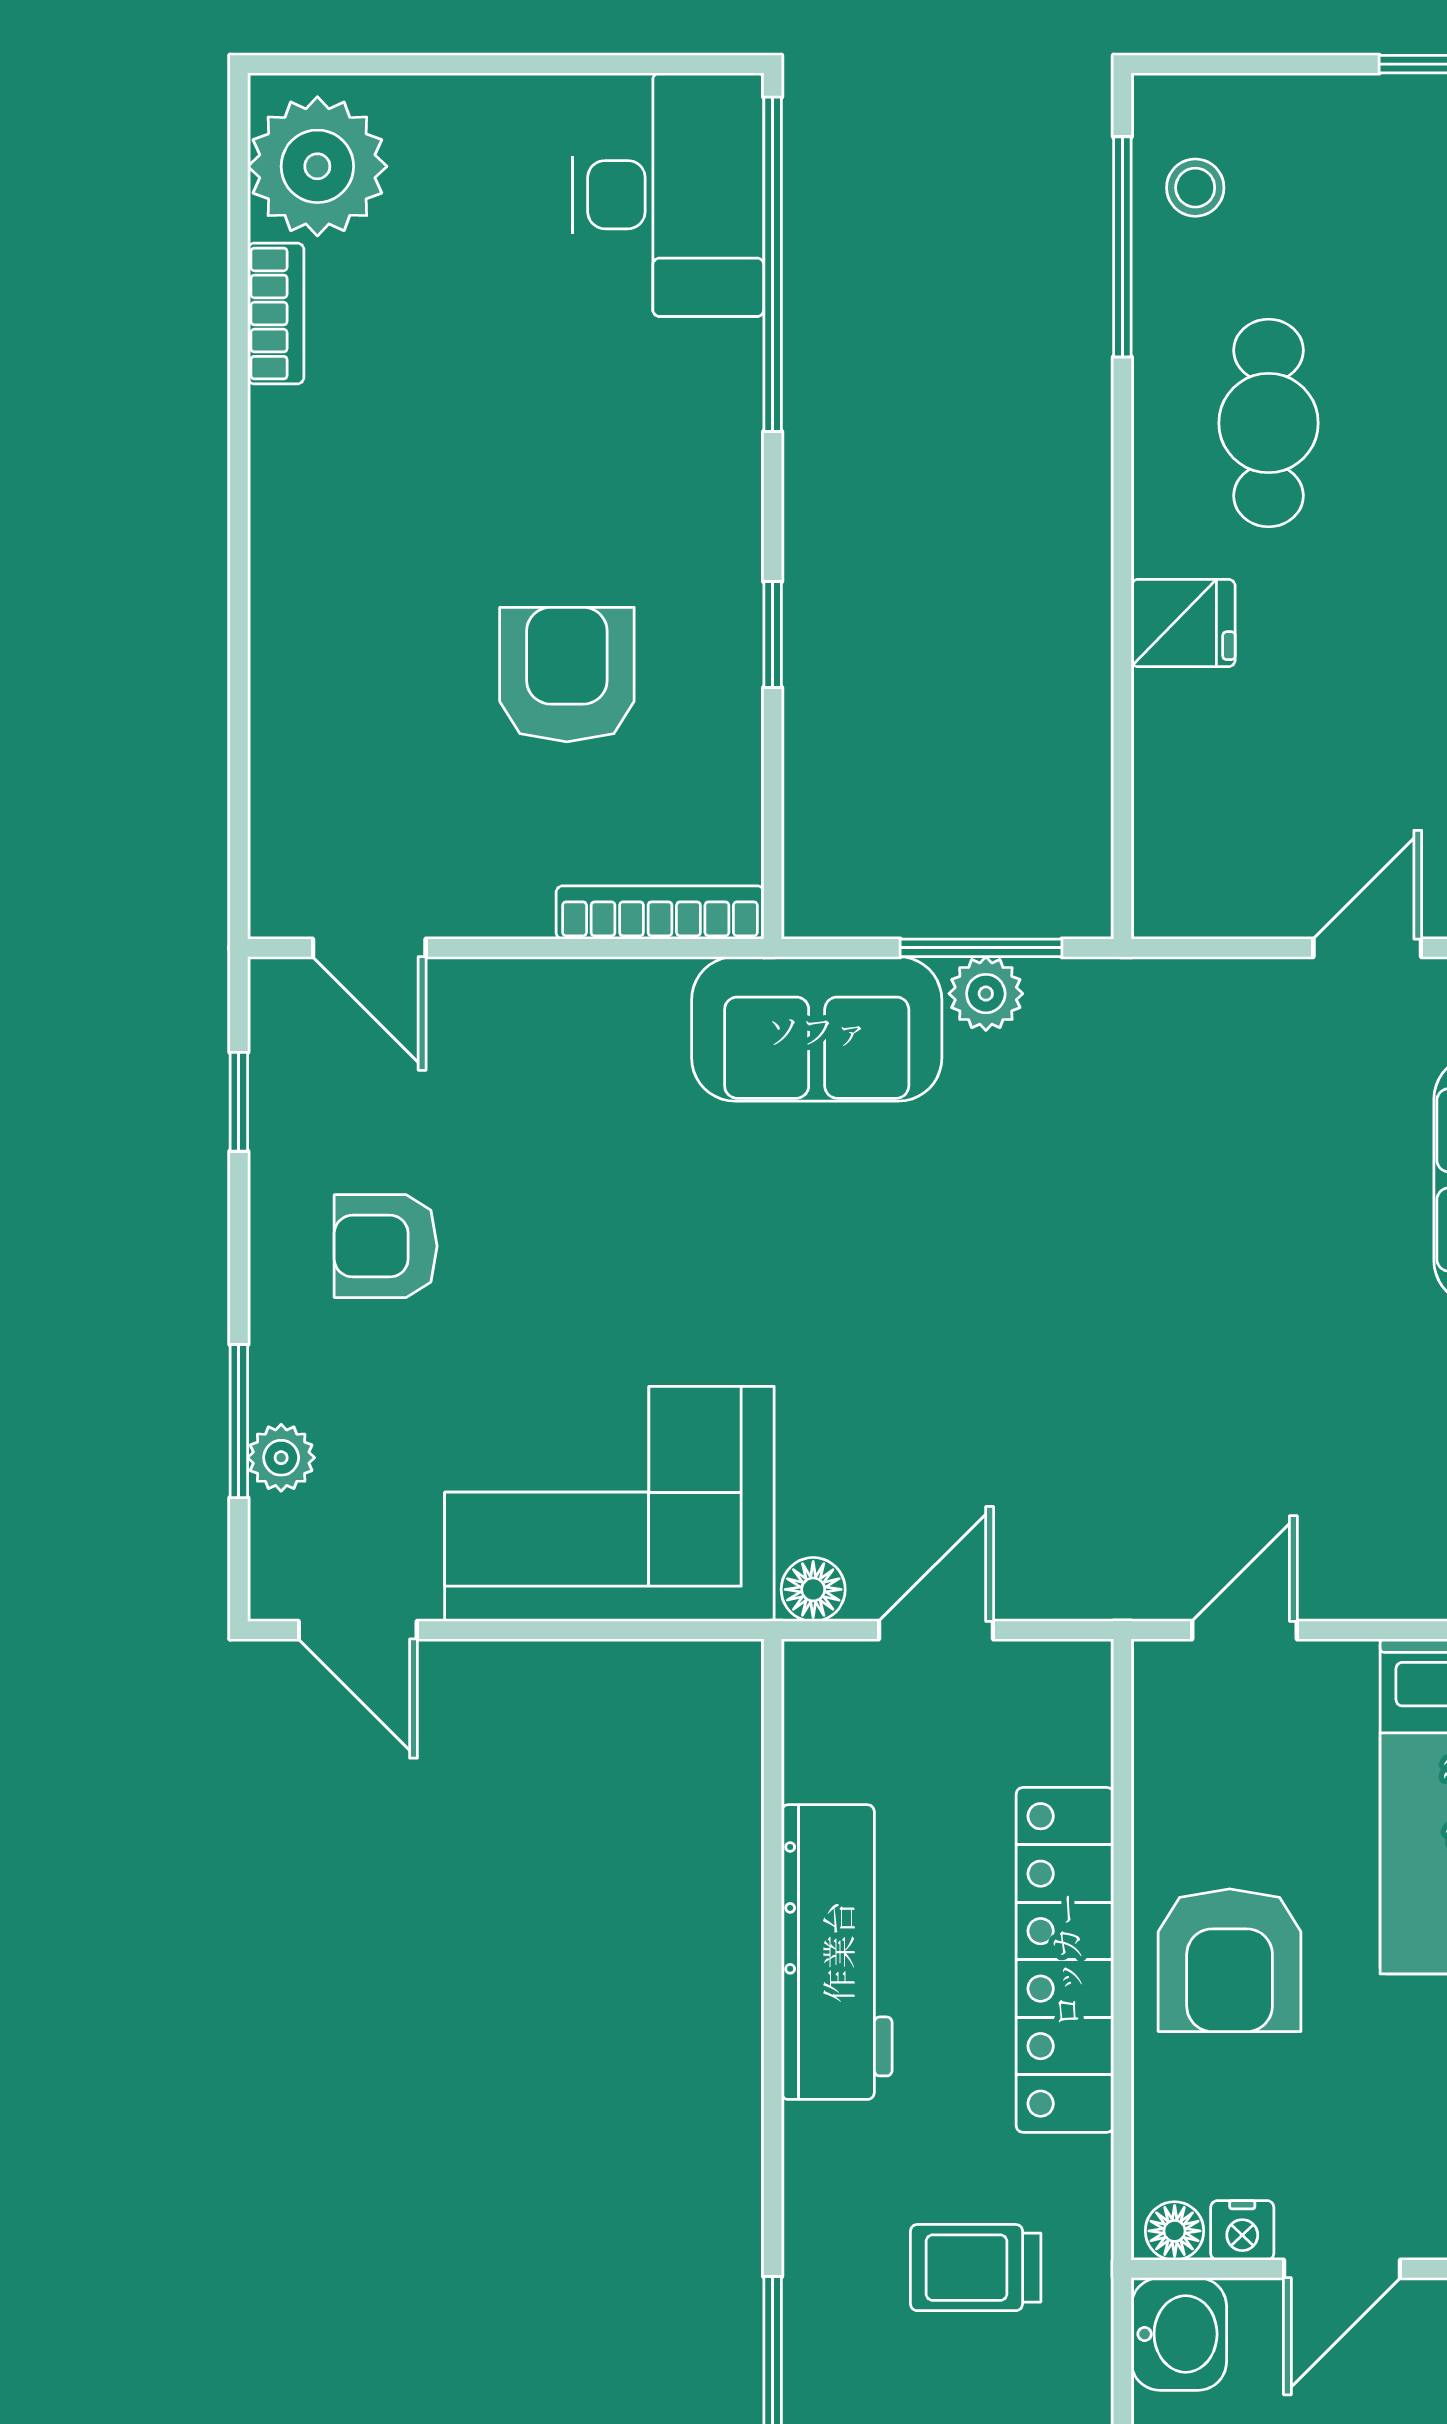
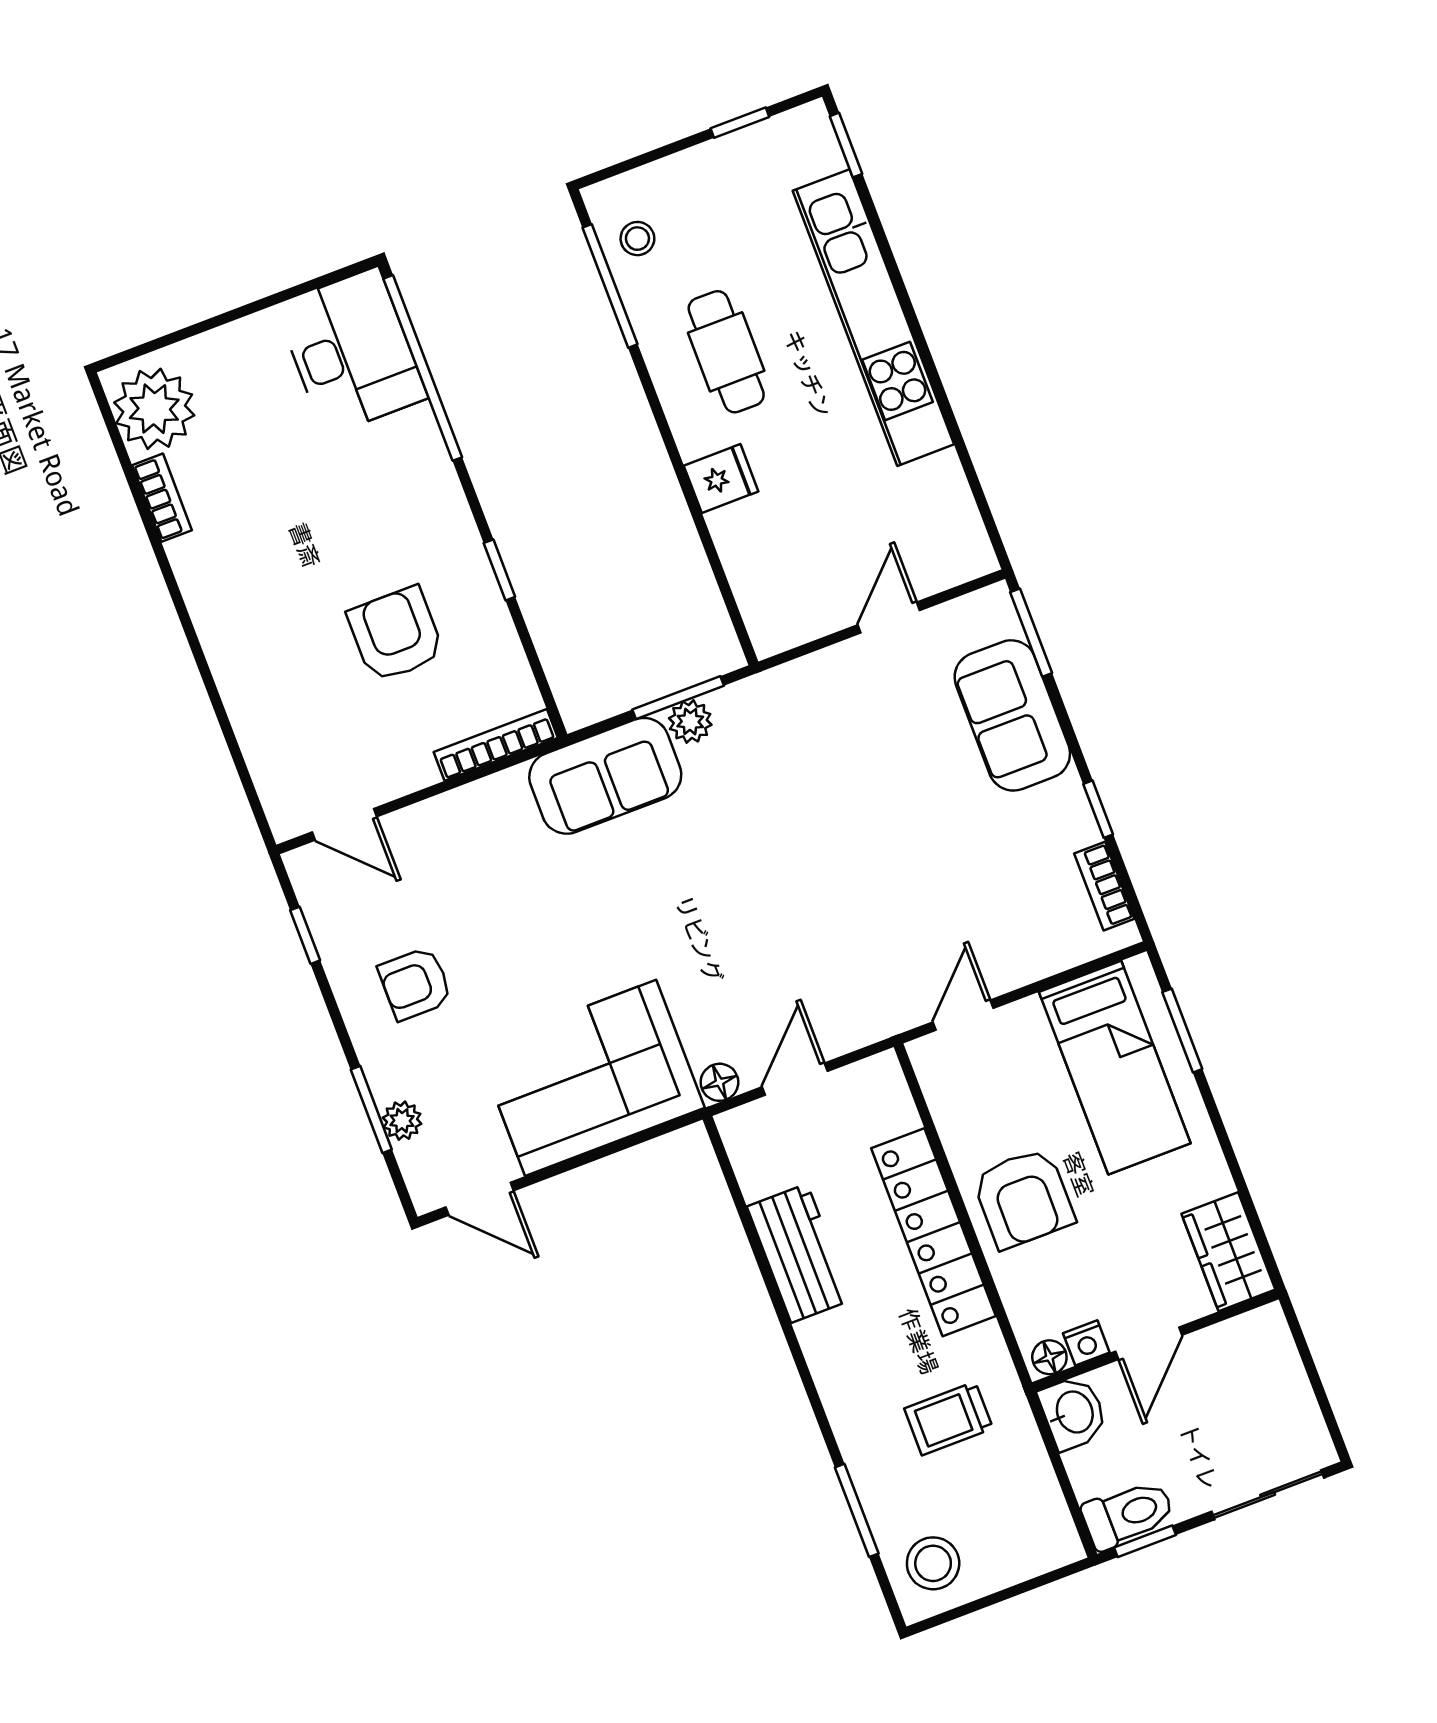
workbench: (837, 1952) -> (799, 1253), width x0.73

